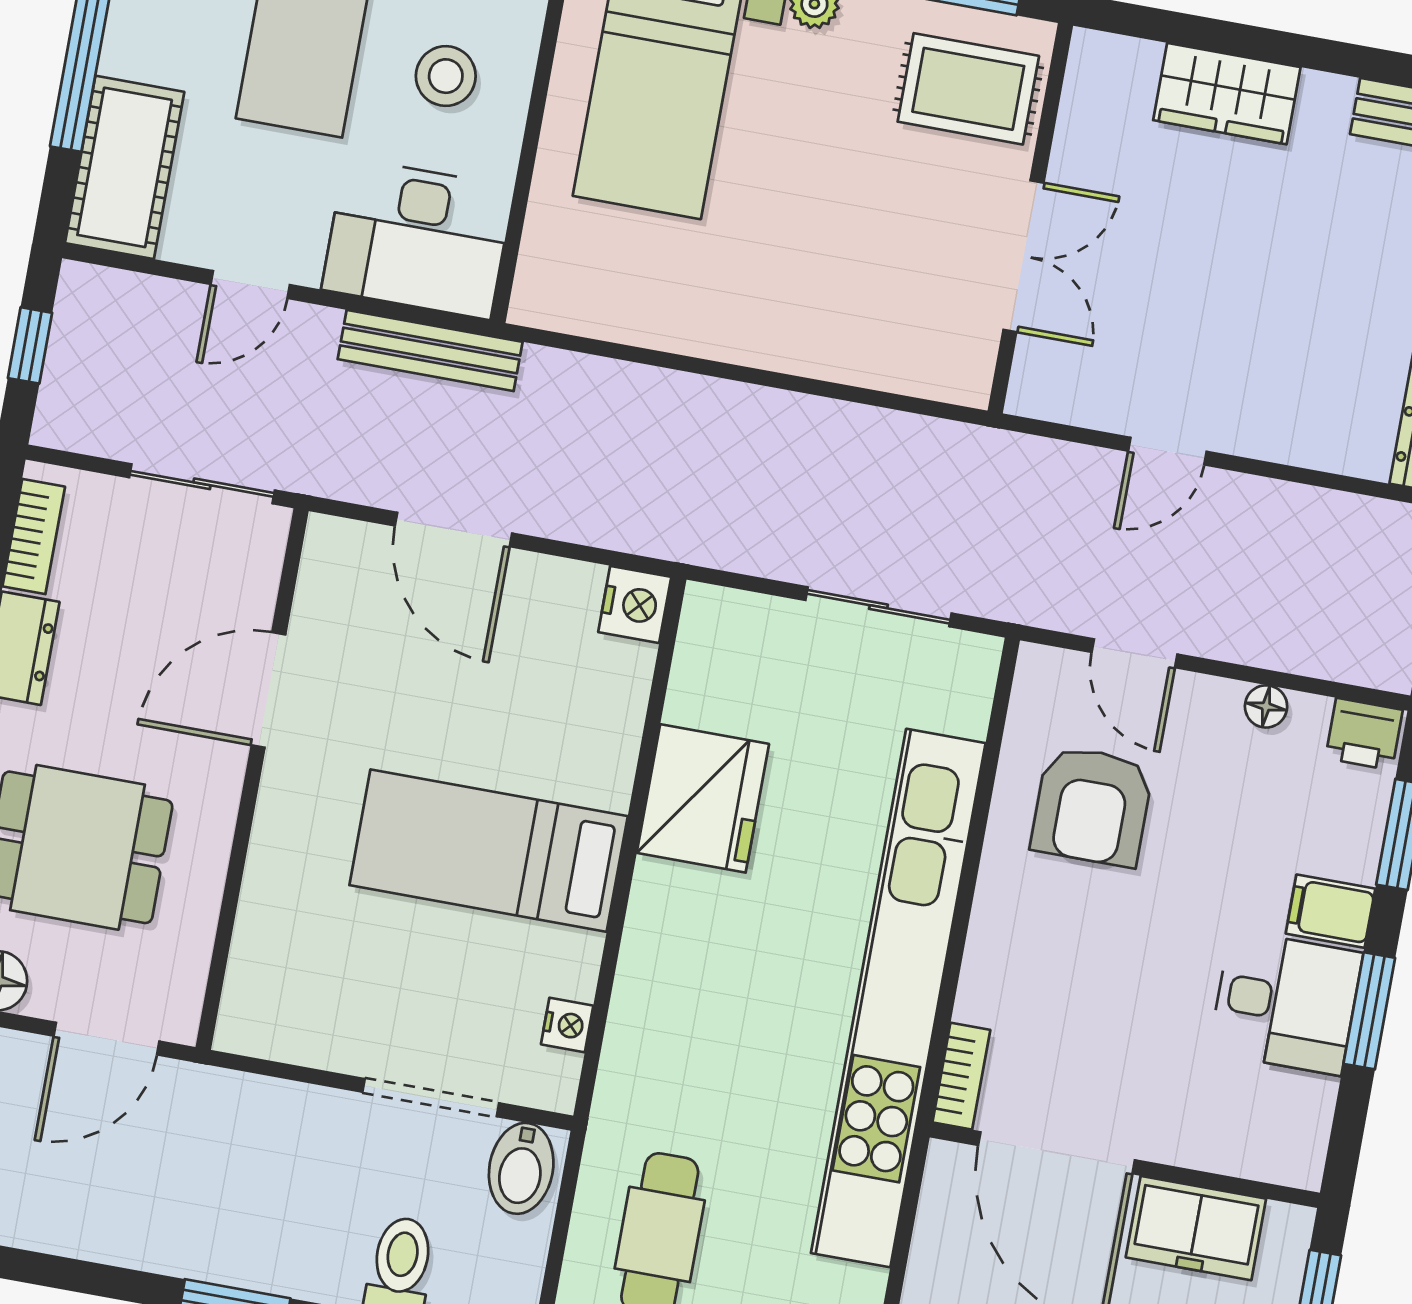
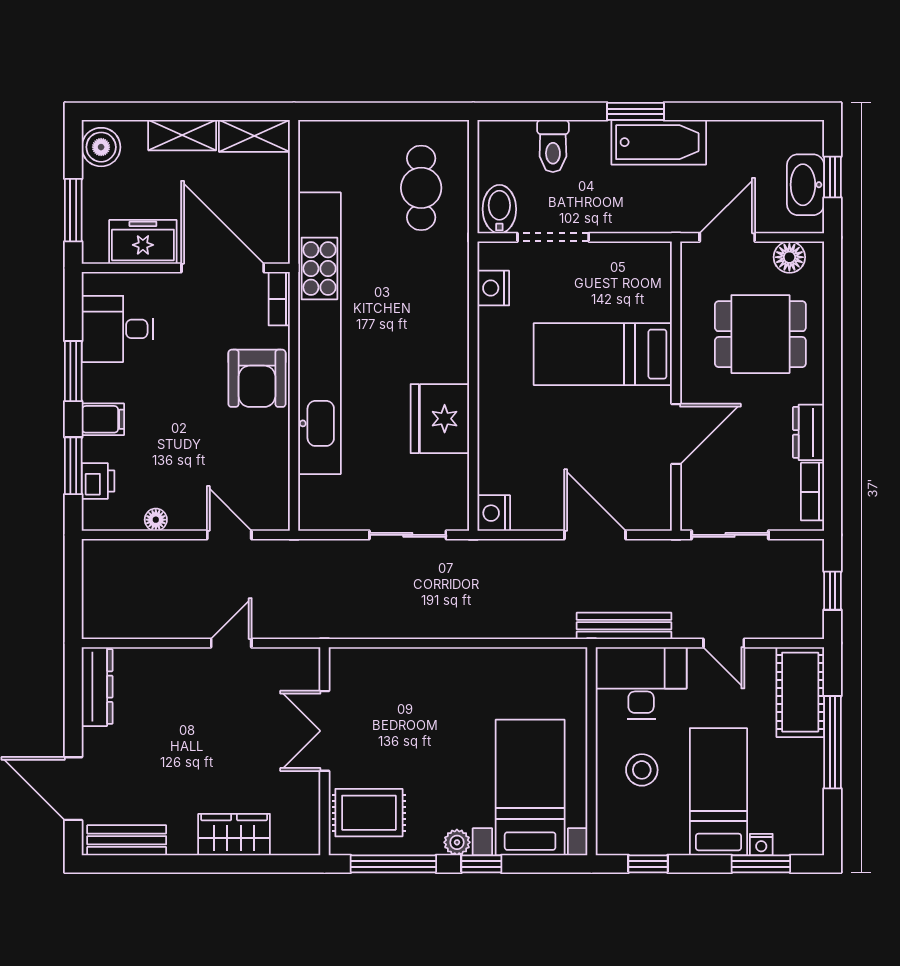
door: (250, 285) -> (724, 643), swing flipped
sliding door: (878, 607) -> (408, 535), moved
printer: (1364, 734) -> (98, 481), moved, turned 90
armchair: (1092, 806) -> (257, 378), moved, turned 180
bed: (489, 851) -> (603, 354), moved, turned 180
desk: (1286, 1003) -> (117, 329), moved
nightstand: (567, 1025) -> (493, 288), width x1.39, depth x1.35
bathtub: (202, 1239) -> (659, 142), added

